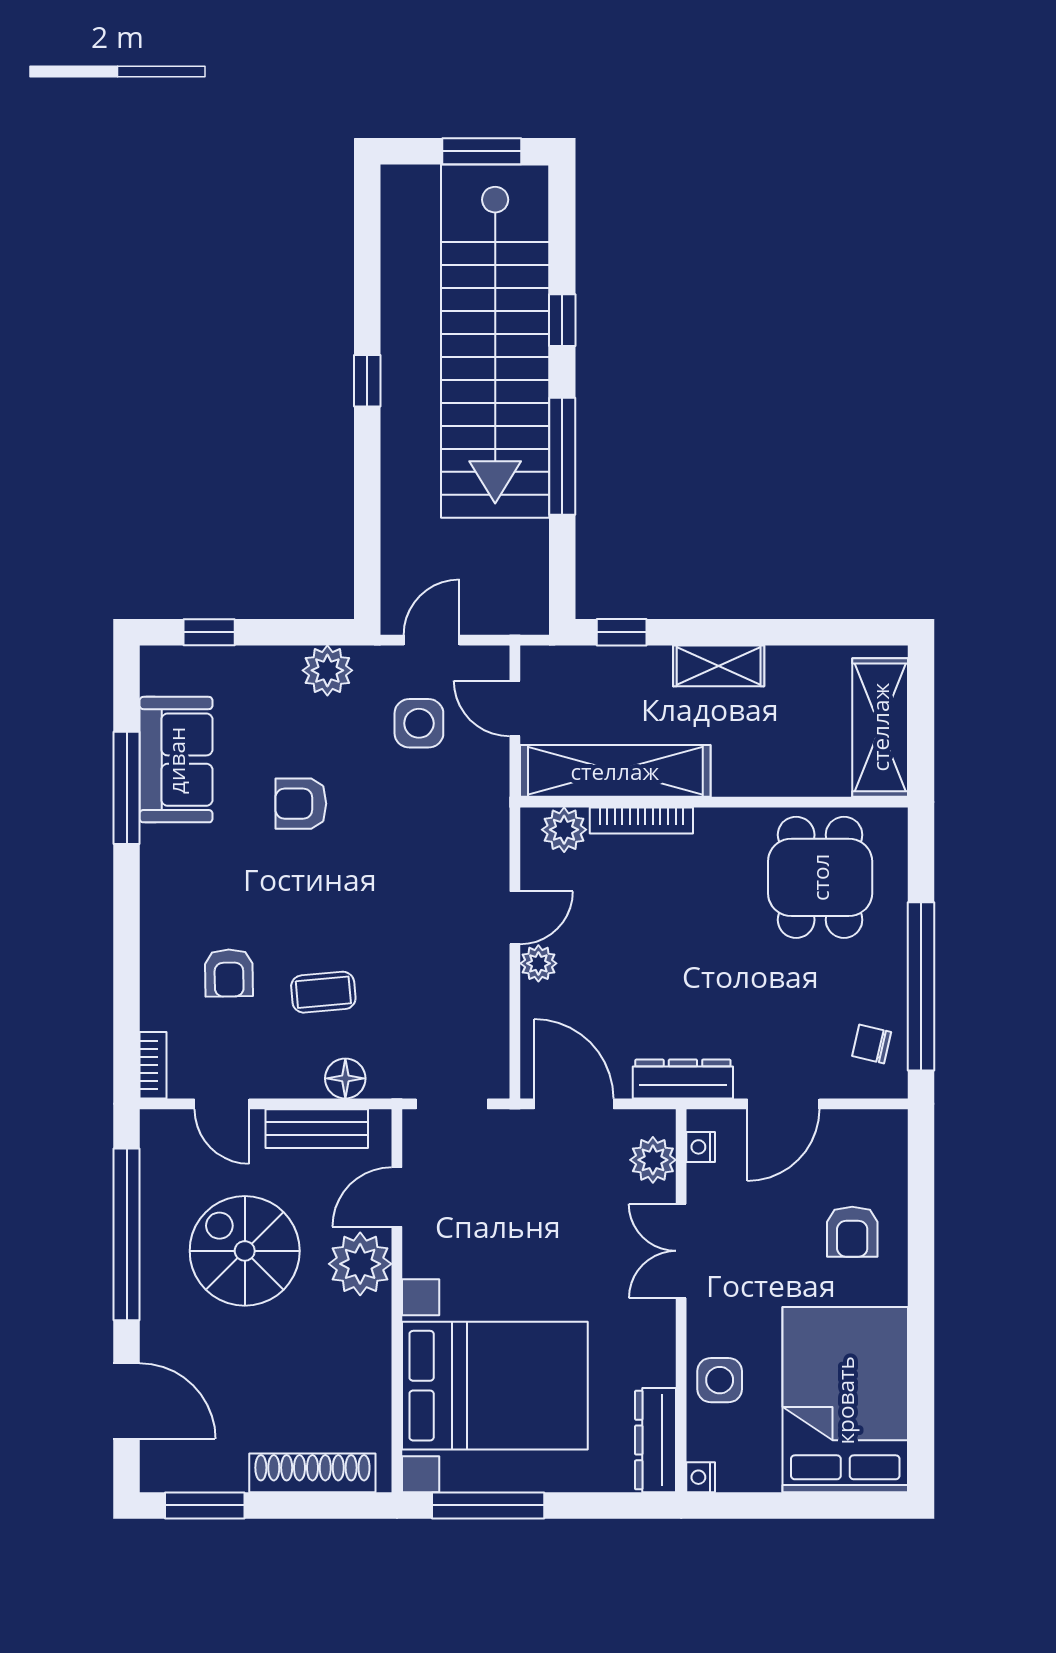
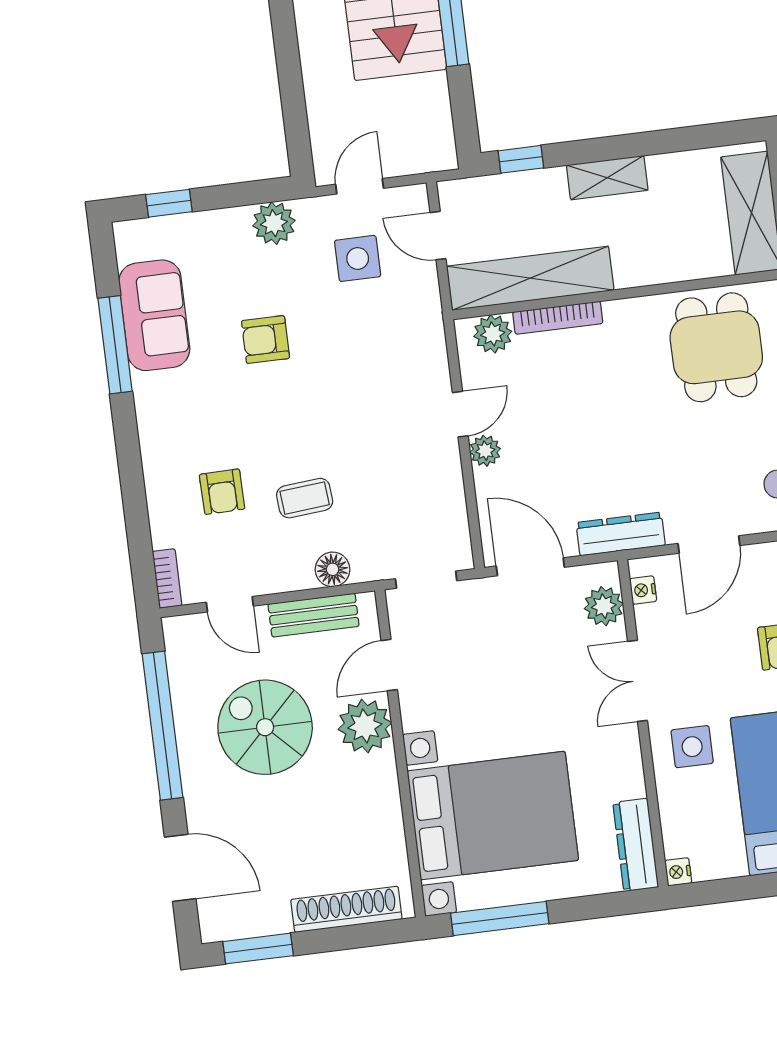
side table: (720, 1380) -> (692, 747), moved

